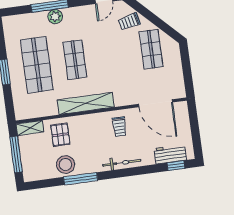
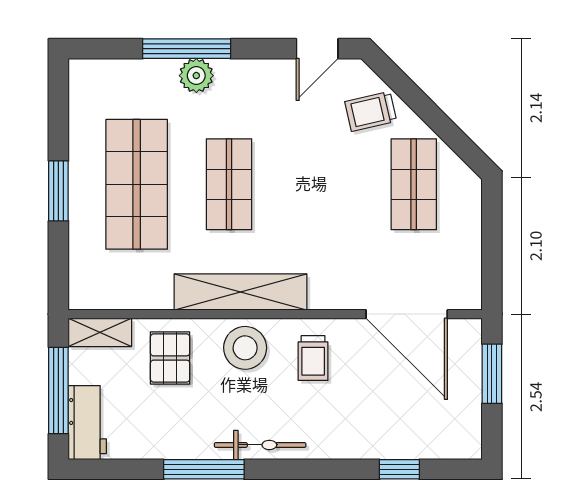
window: (194, 123) -> (492, 374), added
workbench: (170, 154) -> (87, 423), moved, turned 90
bicycle: (122, 163) -> (260, 445), moved
stool: (65, 165) -> (245, 348), moved
window: (176, 166) -> (399, 469), moved

